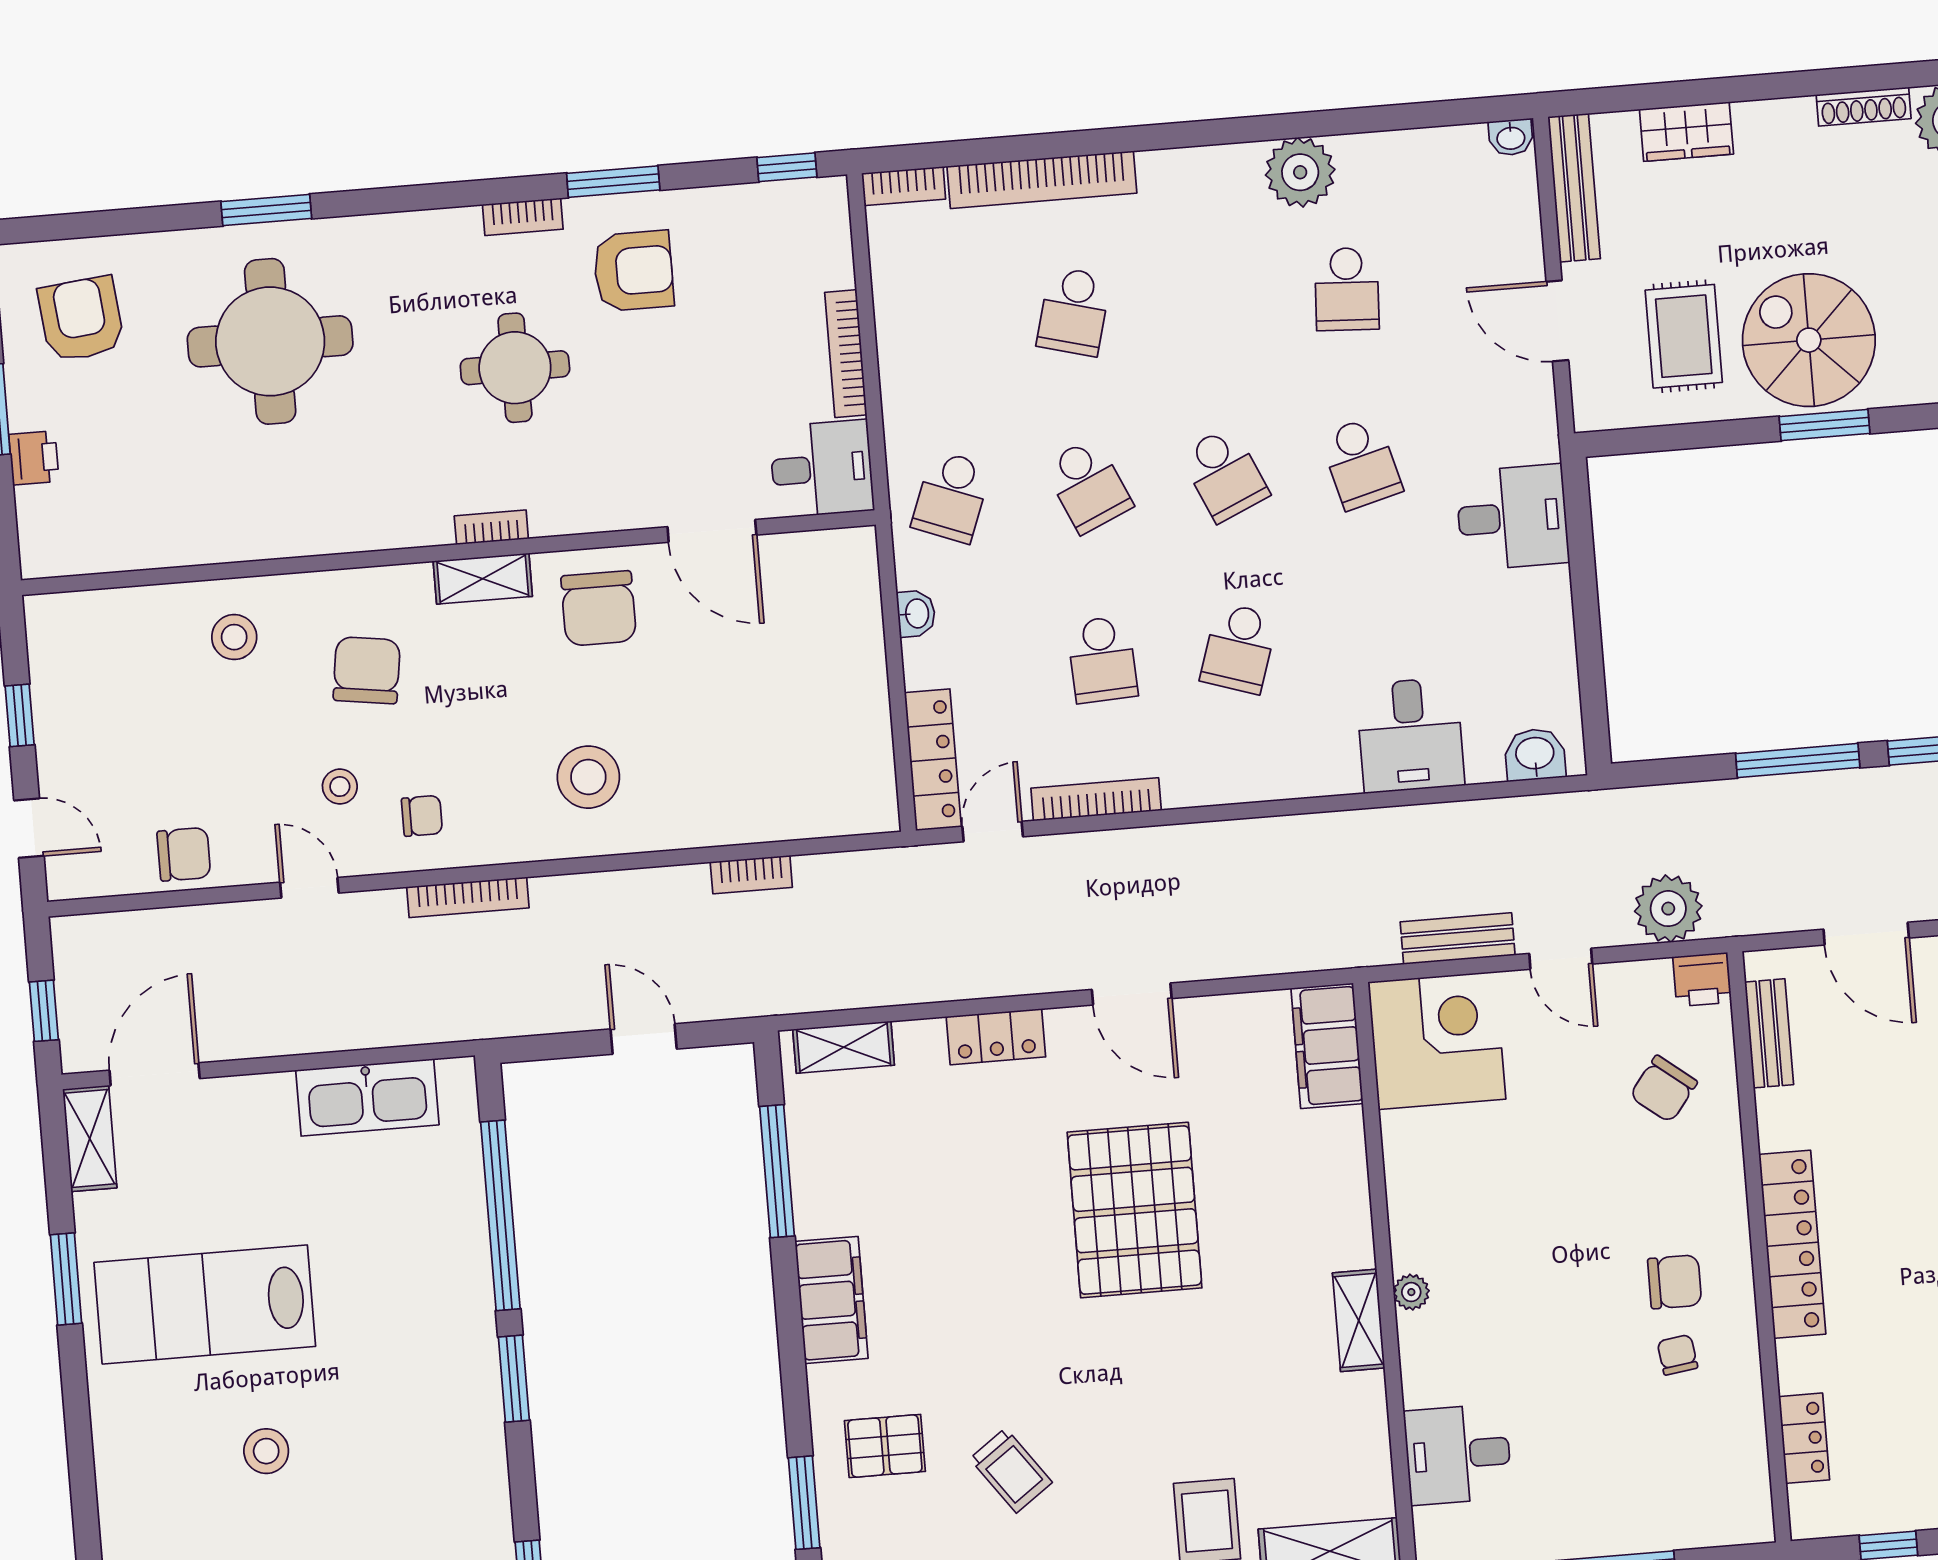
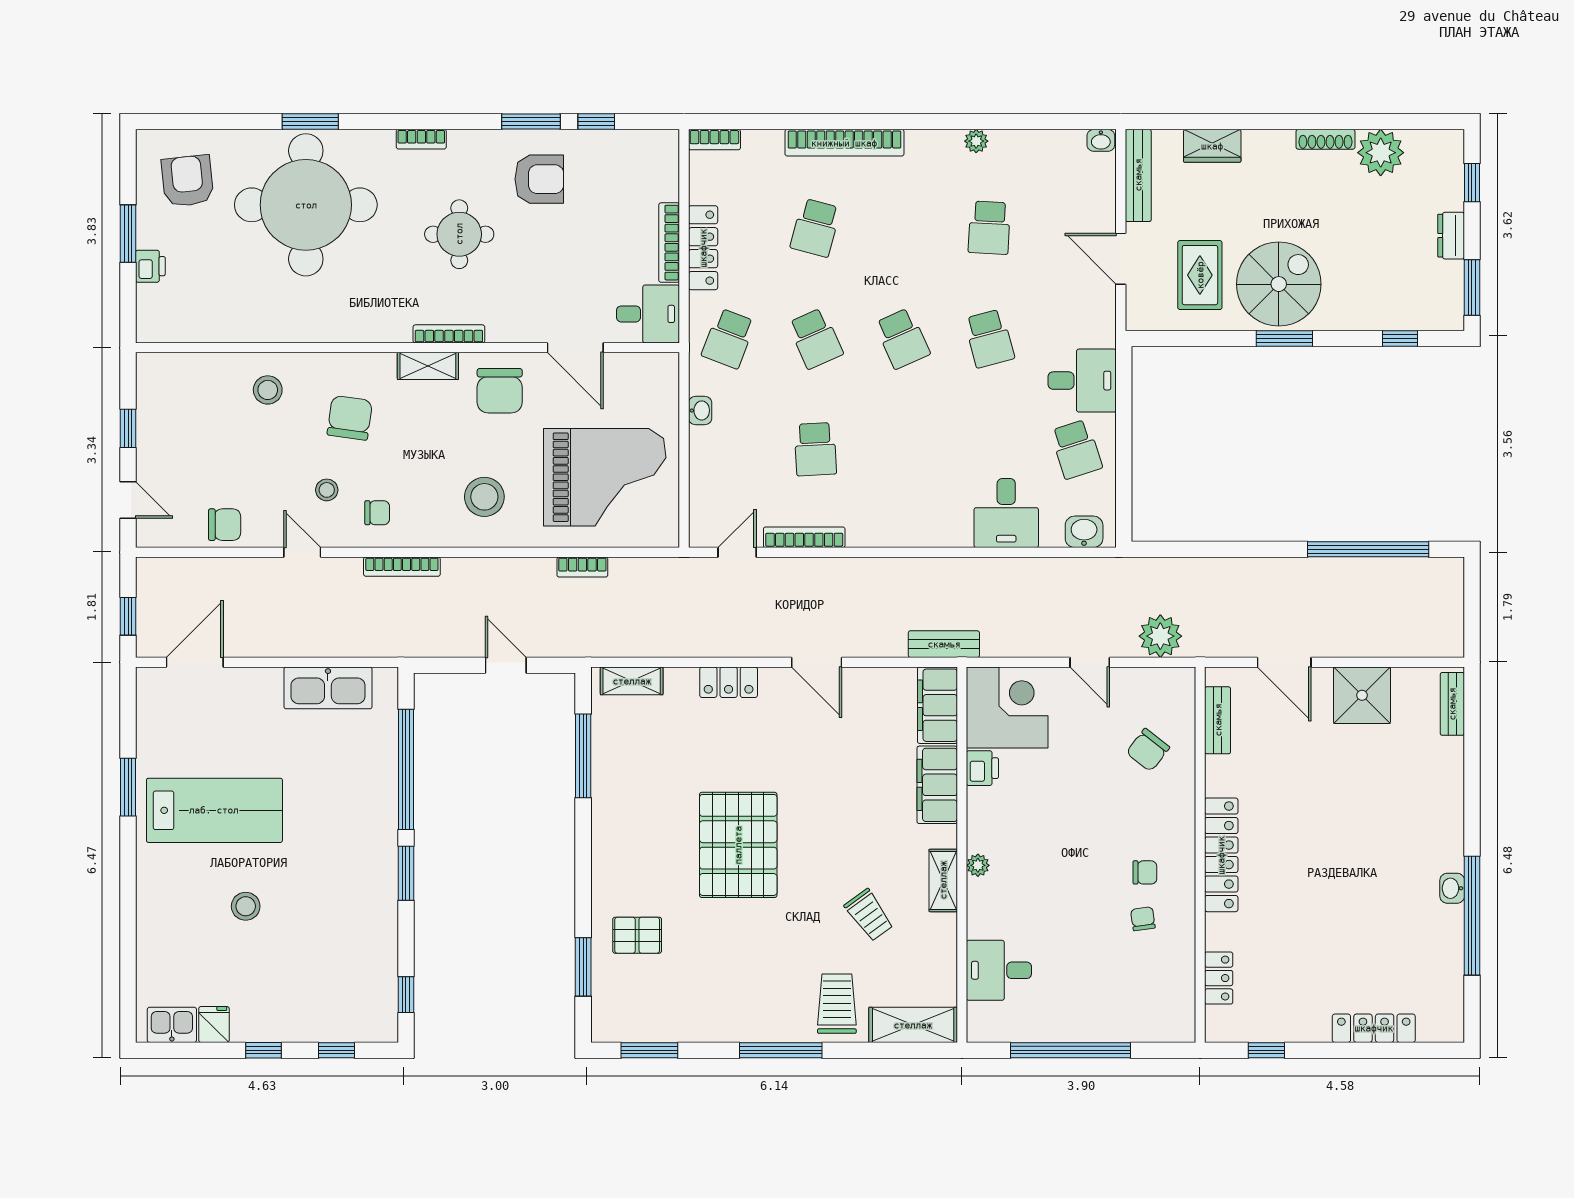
window: (787, 167) -> (596, 122), moved
plant: (1300, 172) -> (976, 141), width x0.53, depth x0.53
bookcase: (1042, 180) -> (844, 143), moved
bookcase: (523, 217) -> (421, 139), moved
spiral stairs: (1809, 340) -> (1279, 284), turned 90
round table: (270, 341) -> (306, 205), width x1.36, depth x1.36
bookcase: (491, 527) -> (449, 334), width x1.56
school desk: (1239, 648) -> (1076, 449), moved, turned -36
grand piano: (775, 731) -> (605, 477), added
locker: (933, 760) -> (703, 248), moved
window: (1798, 760) -> (1250, 549), removed
bench: (1458, 939) -> (944, 644), moved
printer: (1702, 980) -> (982, 768), moved, turned -90
shelving: (90, 1138) -> (150, 699), removed
pallet: (1135, 1210) -> (738, 845), moved
chair: (1675, 1282) -> (1145, 872), width x0.73, depth x0.73
filing cabinet: (831, 1300) -> (937, 785), moved, turned 180
lab bench: (205, 1304) -> (214, 810), turned 180
trolley: (1011, 1471) -> (869, 915), moved

